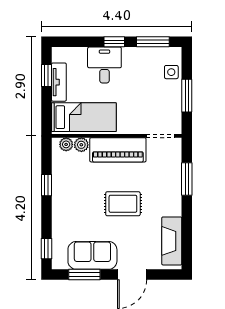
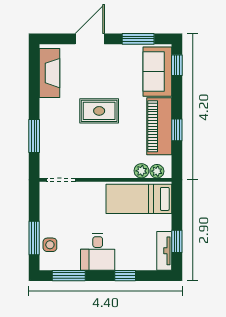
window: (114, 42) -> (125, 276), moved
desk: (104, 65) -> (98, 252), moved
tv unit: (59, 82) -> (164, 251), moved
window: (187, 96) -> (34, 238), moved
piano: (118, 150) -> (159, 126), moved, turned -90
sofa: (92, 255) -> (157, 72), moved, turned 90

